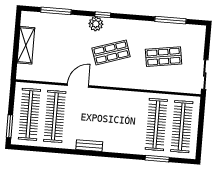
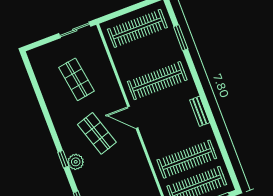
window: (170, 20) -> (37, 90), removed
door: (78, 86) -> (133, 117), moved
clothes rail: (156, 125) -> (157, 81), moved

